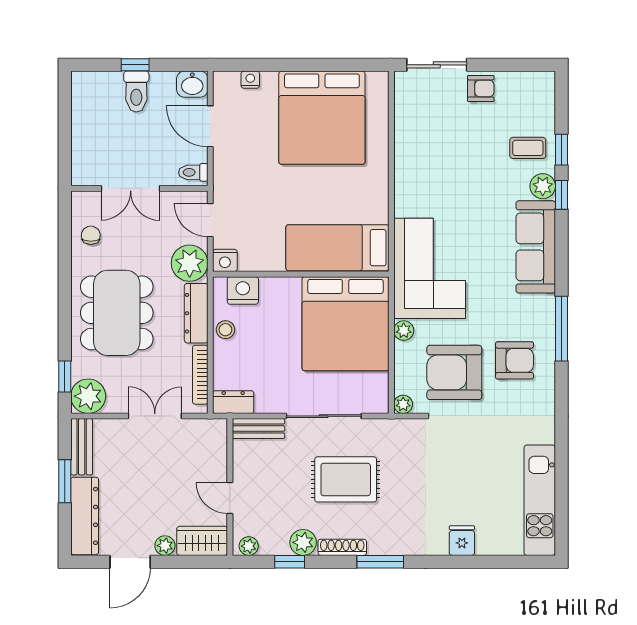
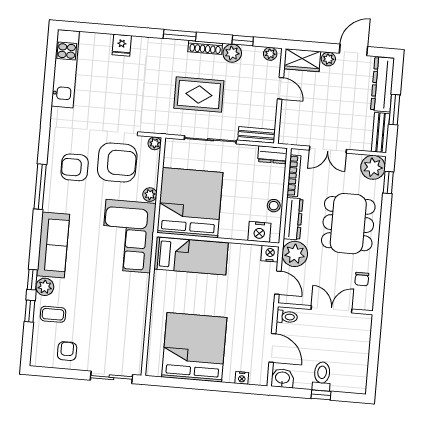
armchair: (481, 88) -> (67, 351), moved, turned 90

